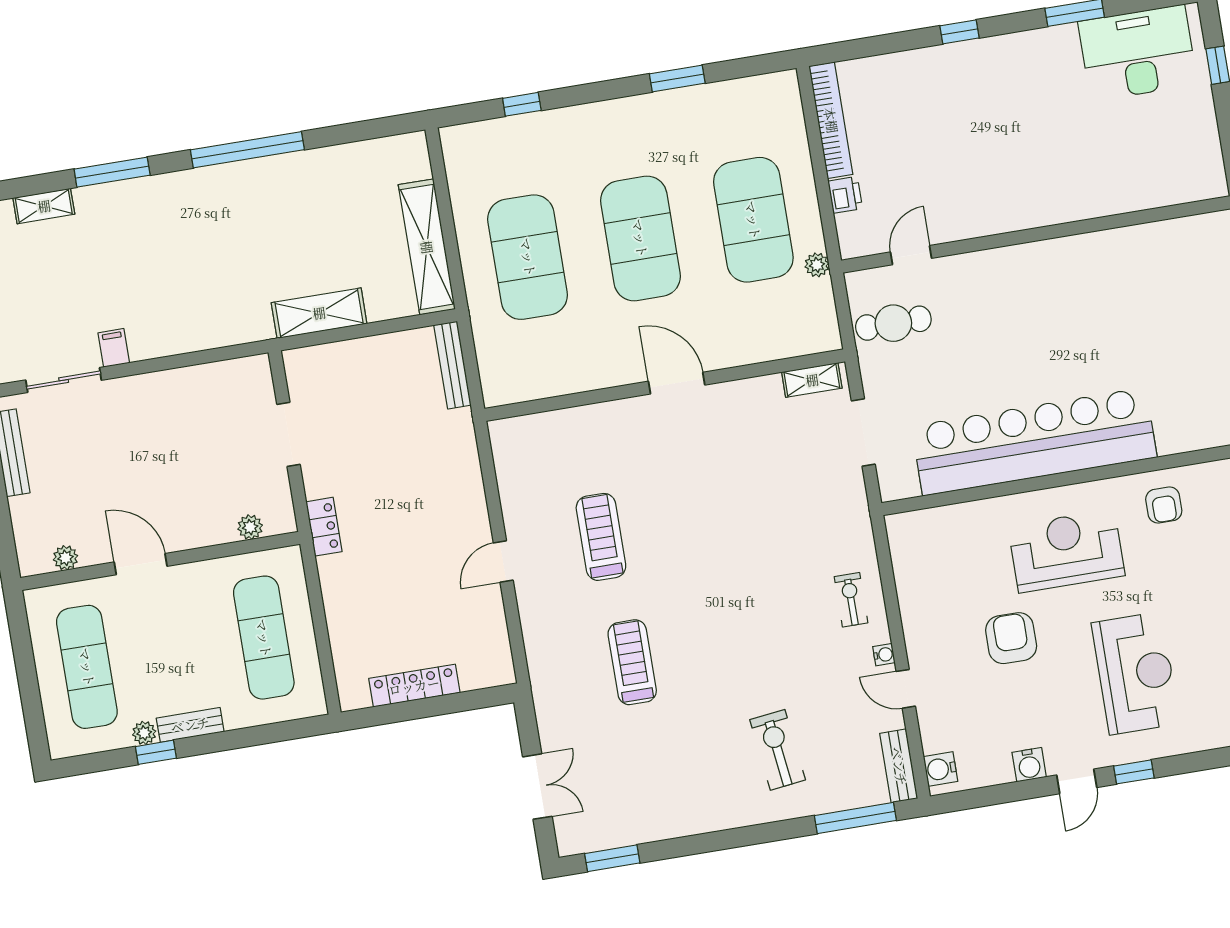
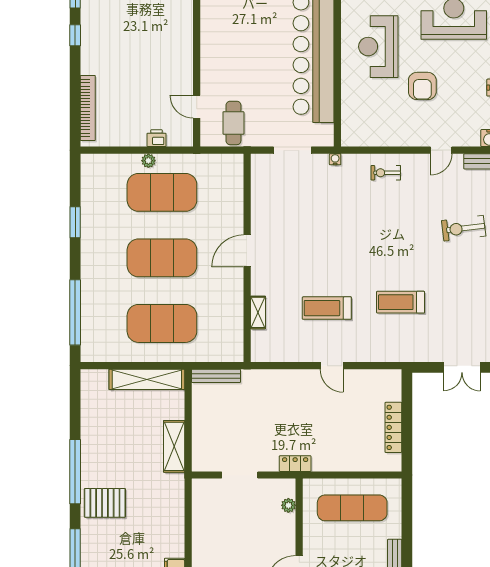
window: (960, 32) -> (75, 35), moved
window: (522, 104) -> (75, 312), width x3.17
bookcase: (831, 120) -> (88, 108), moved, turned 90
pallet: (202, 210) -> (105, 503), added
plant: (817, 265) -> (148, 161), moved
shelving: (812, 380) -> (258, 312), moved
armchair: (1011, 638) -> (422, 86), turned -90
water cooler: (884, 655) -> (335, 159), moved
double door: (537, 787) -> (462, 367), swing flipped

